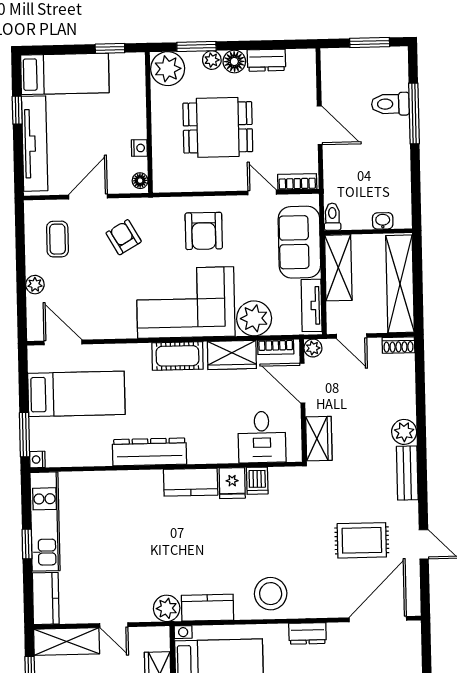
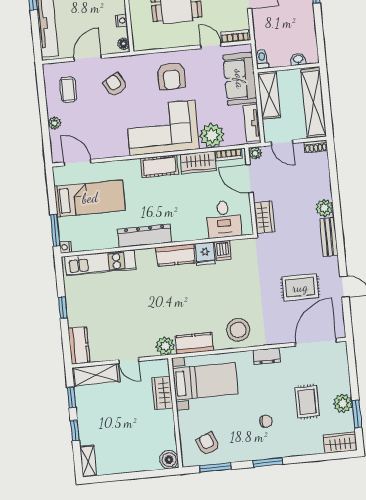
kitchen unit: (45, 522) -> (100, 263), moved, turned 90

